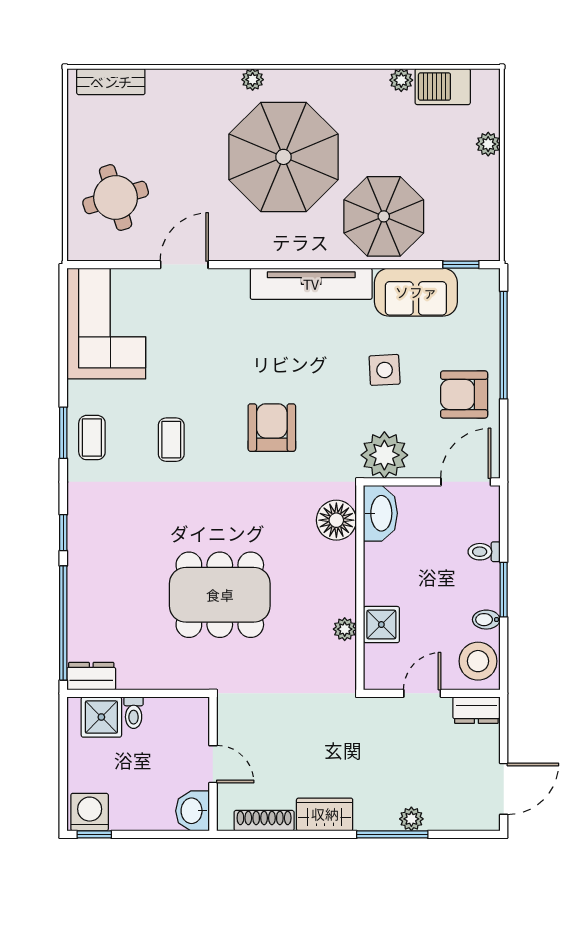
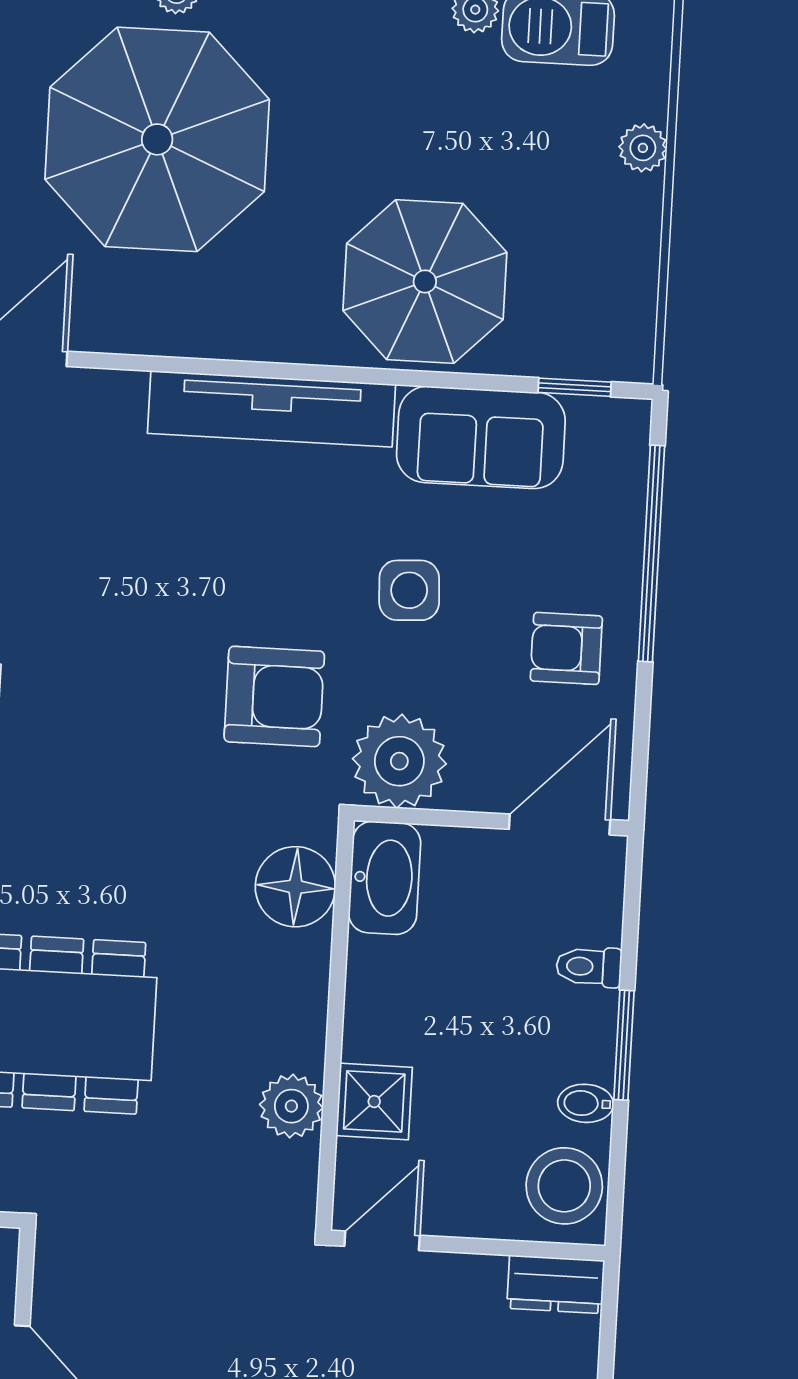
parasol: (283, 157) -> (157, 139), moved
armchair: (464, 394) -> (566, 648), width x0.72, depth x0.72
armchair: (272, 428) -> (274, 696), moved, turned 90
plant: (345, 629) -> (291, 1106), width x1.38, depth x1.38
door: (422, 693) -> (382, 1241), moved

